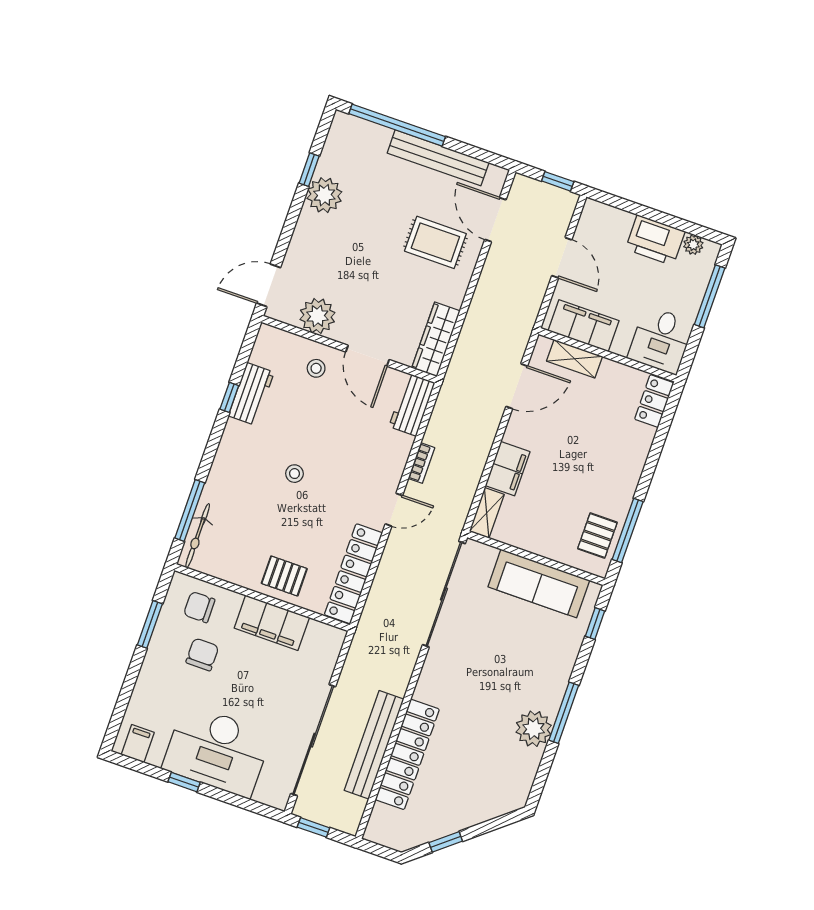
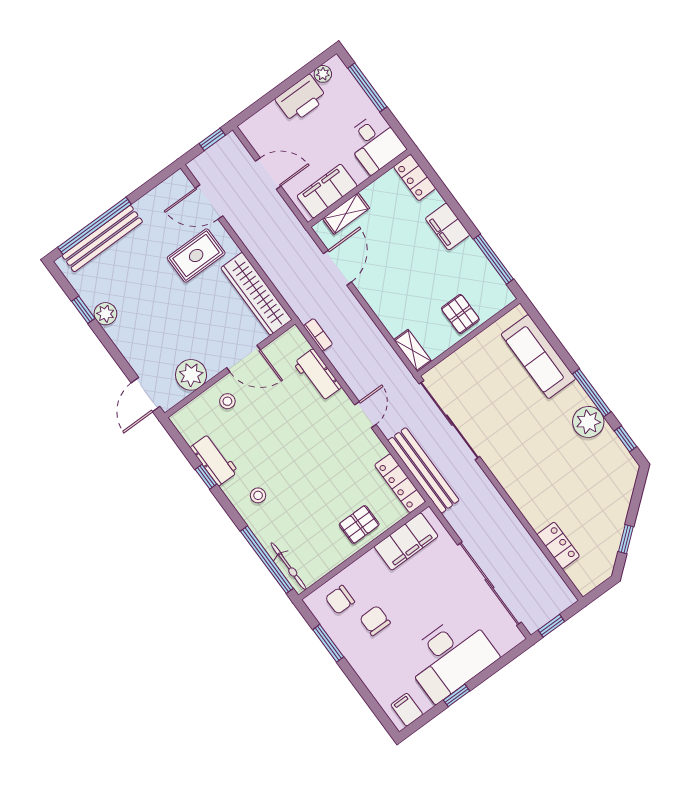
bench: (438, 158) -> (102, 239), moved
plant: (324, 195) -> (105, 314), width x0.73, depth x0.73
wardrobe: (436, 339) -> (256, 294), width x1.40, depth x1.17
workbench: (412, 405) -> (317, 375), moved
bookcase: (421, 463) -> (318, 335), moved
filing cabinet: (508, 469) -> (448, 227), moved, turned 180
stool: (294, 474) -> (258, 495), moved
window: (190, 510) -> (267, 560), width x1.46
pallet: (597, 536) -> (460, 314), moved
locker: (353, 574) -> (400, 483), width x0.71, depth x0.83
sofa: (539, 583) -> (538, 357), moved, turned 90
filing cabinet: (272, 623) -> (406, 541), moved
window: (595, 624) -> (625, 439), moved
bench: (374, 745) -> (423, 470), moved
locker: (407, 754) -> (558, 545), width x0.46, depth x0.83

